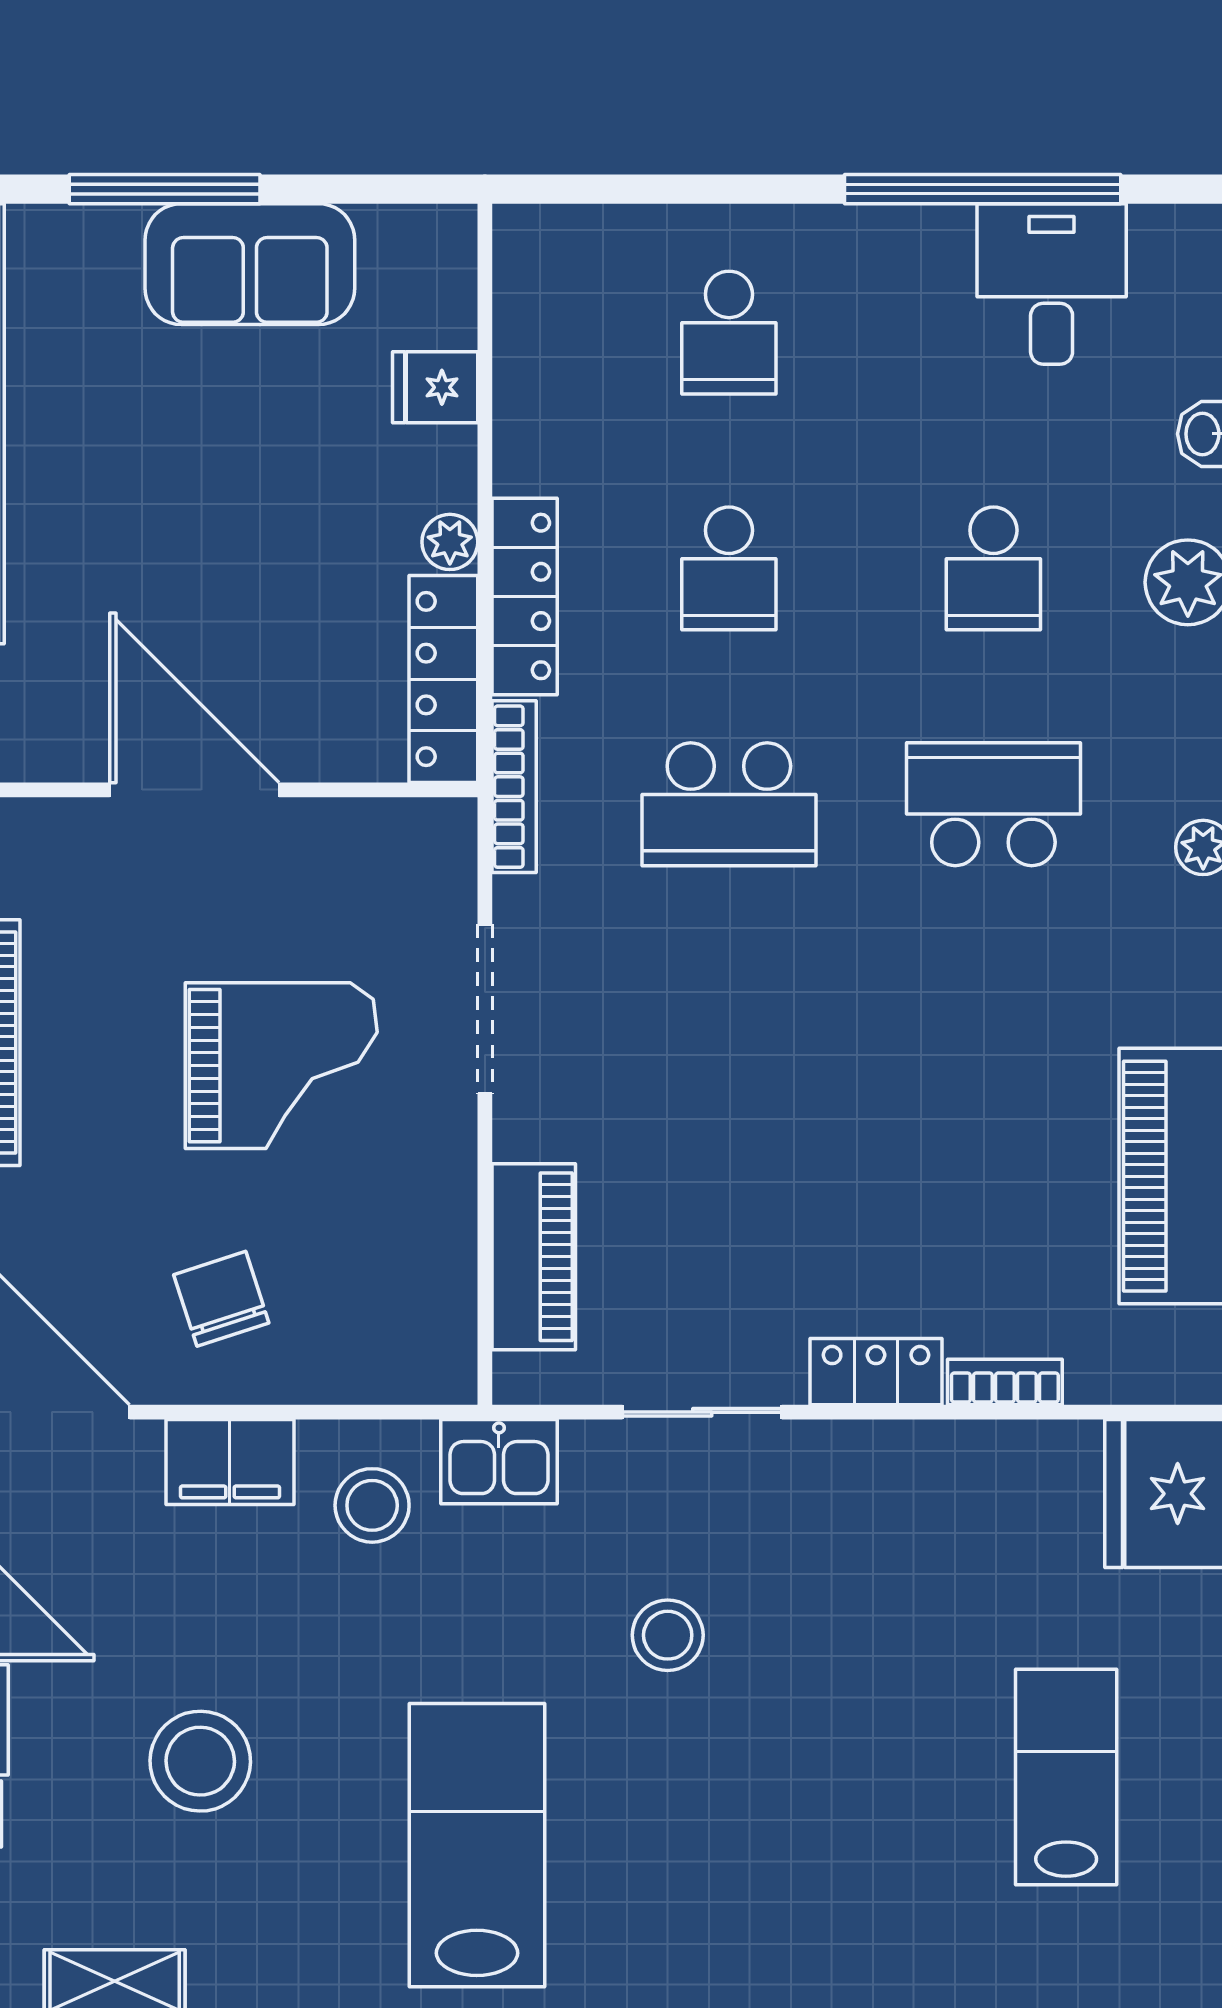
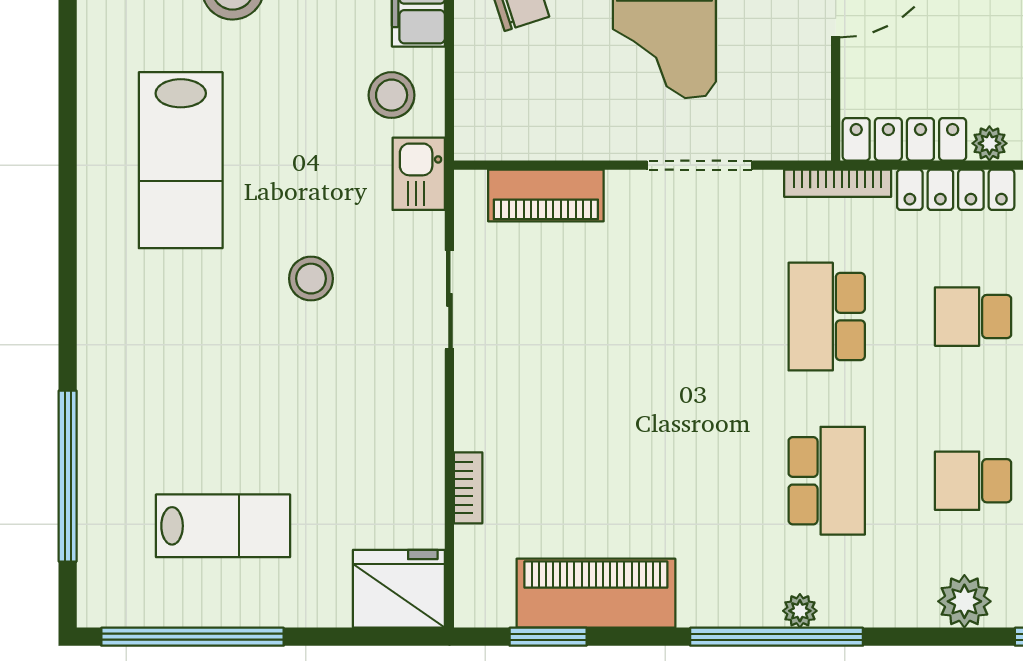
locker: (876, 1372) -> (475, 408), removed
lab bench: (477, 1845) -> (181, 160), turned 90

